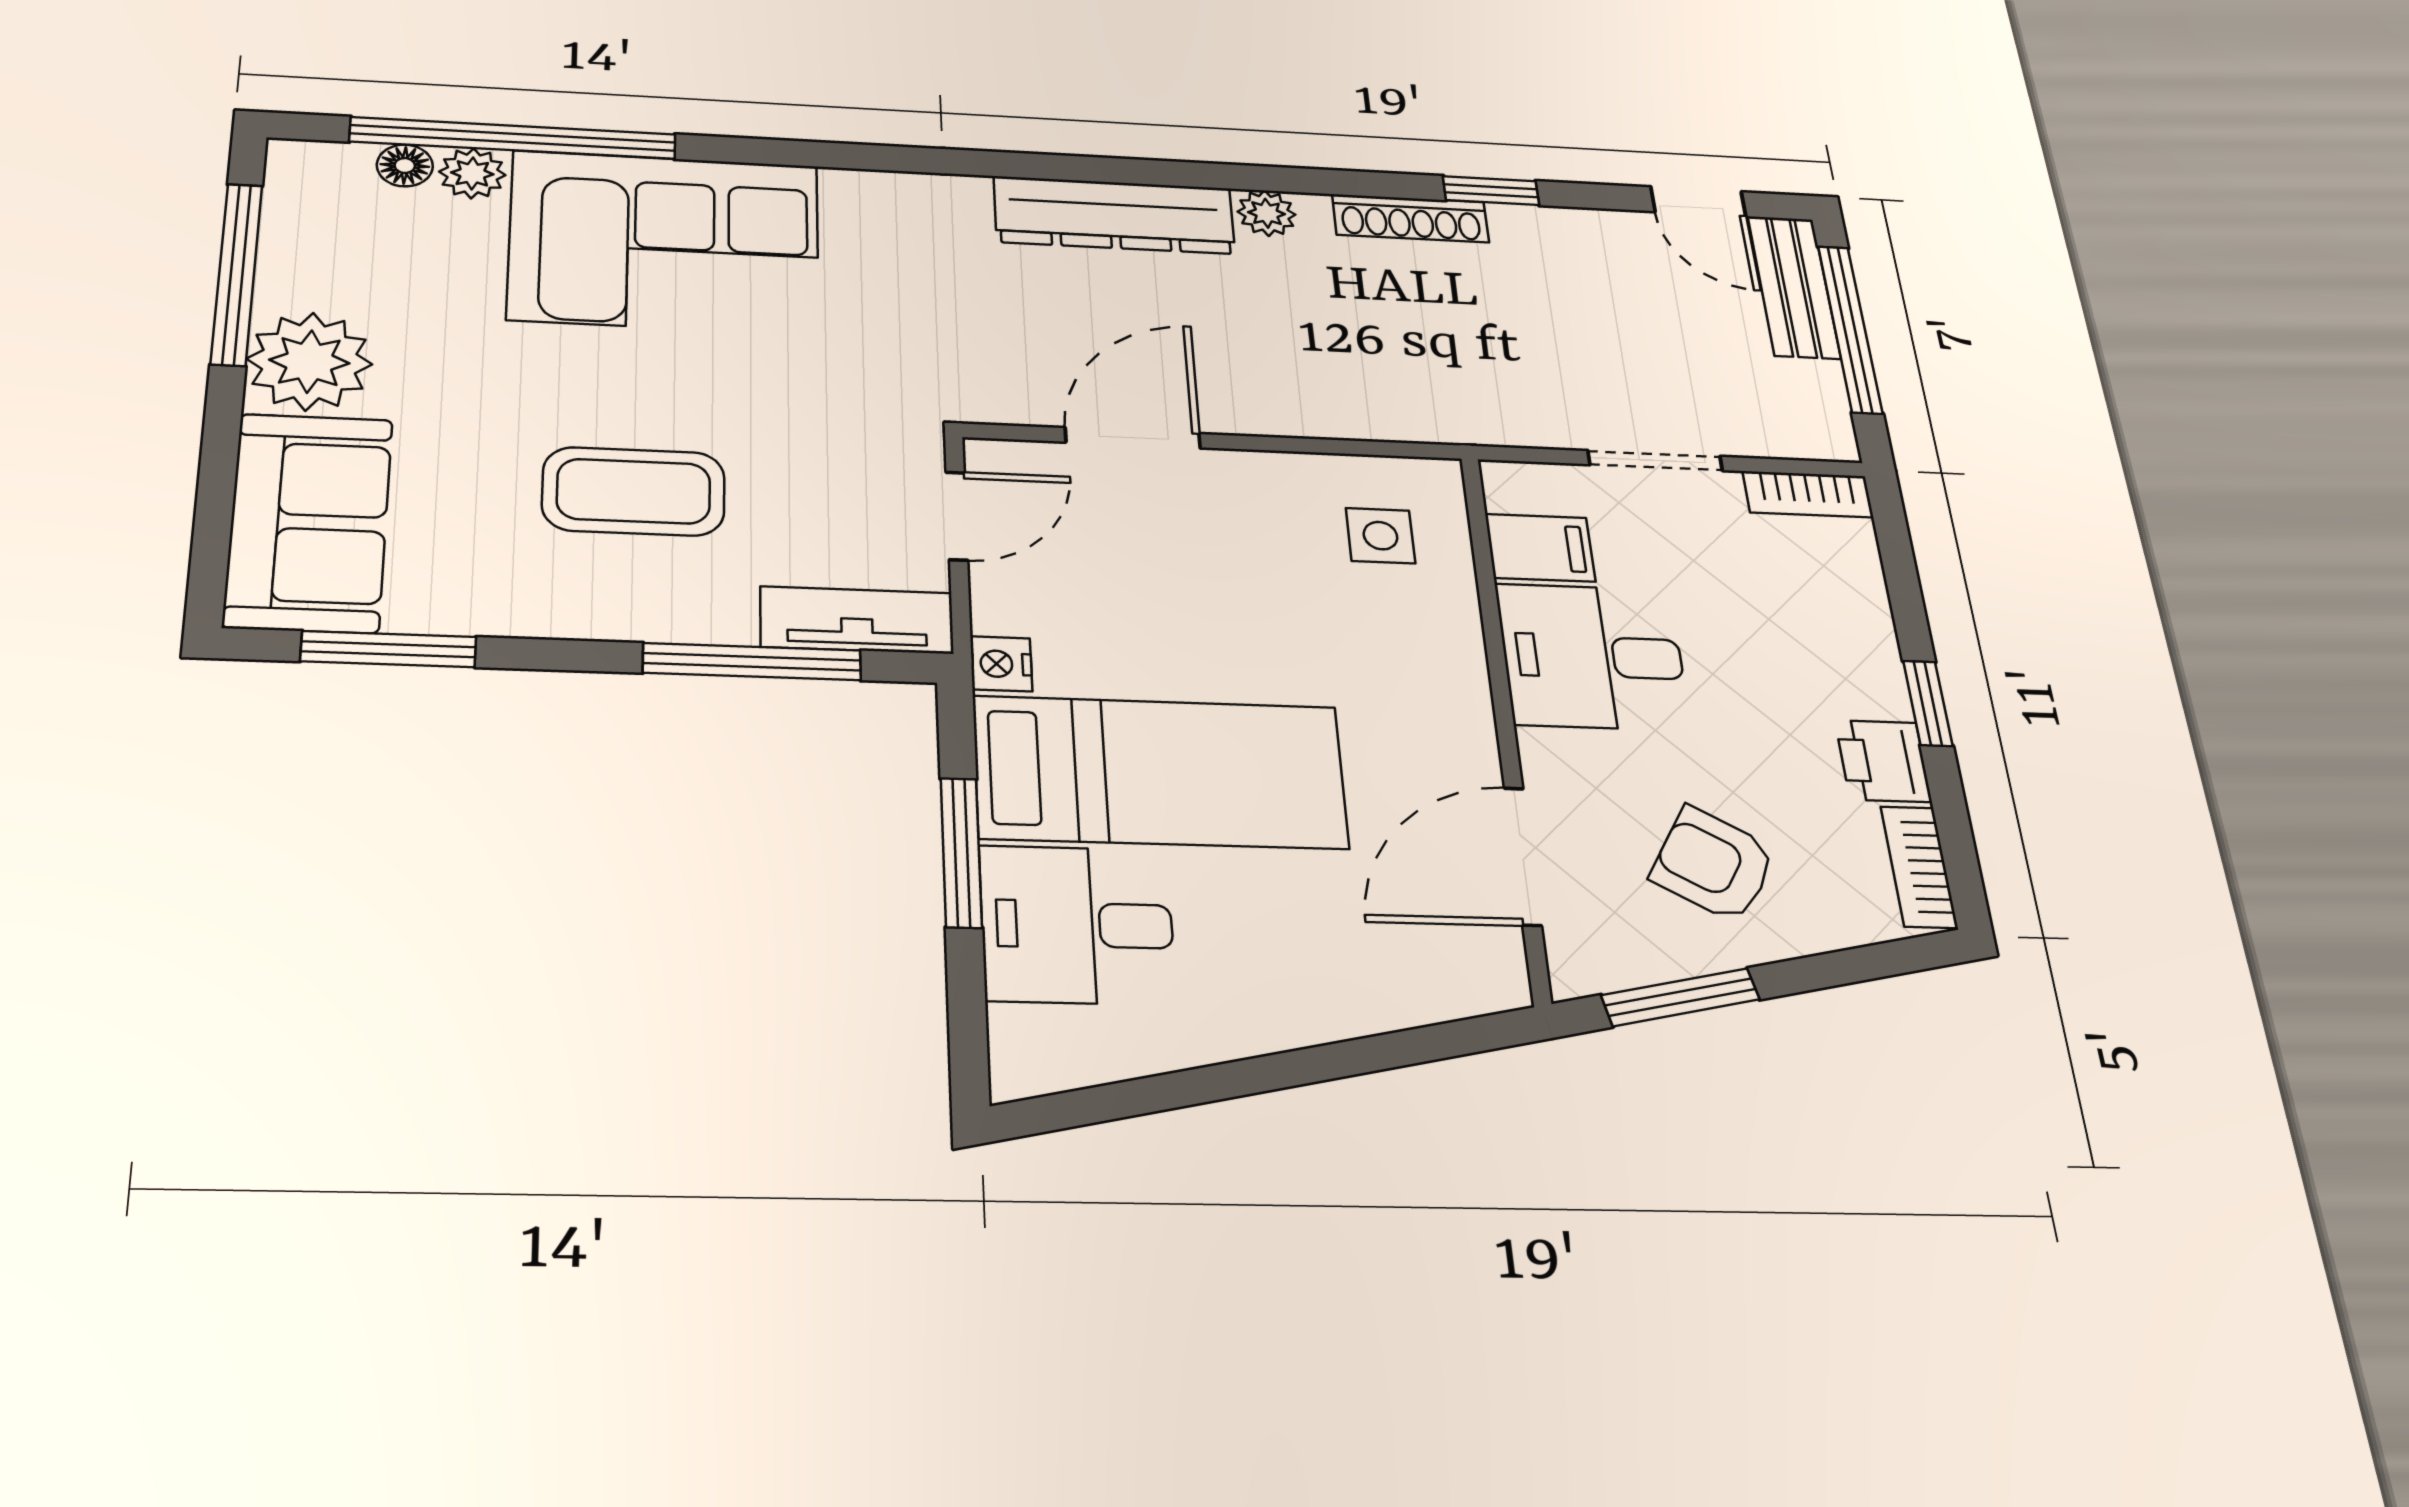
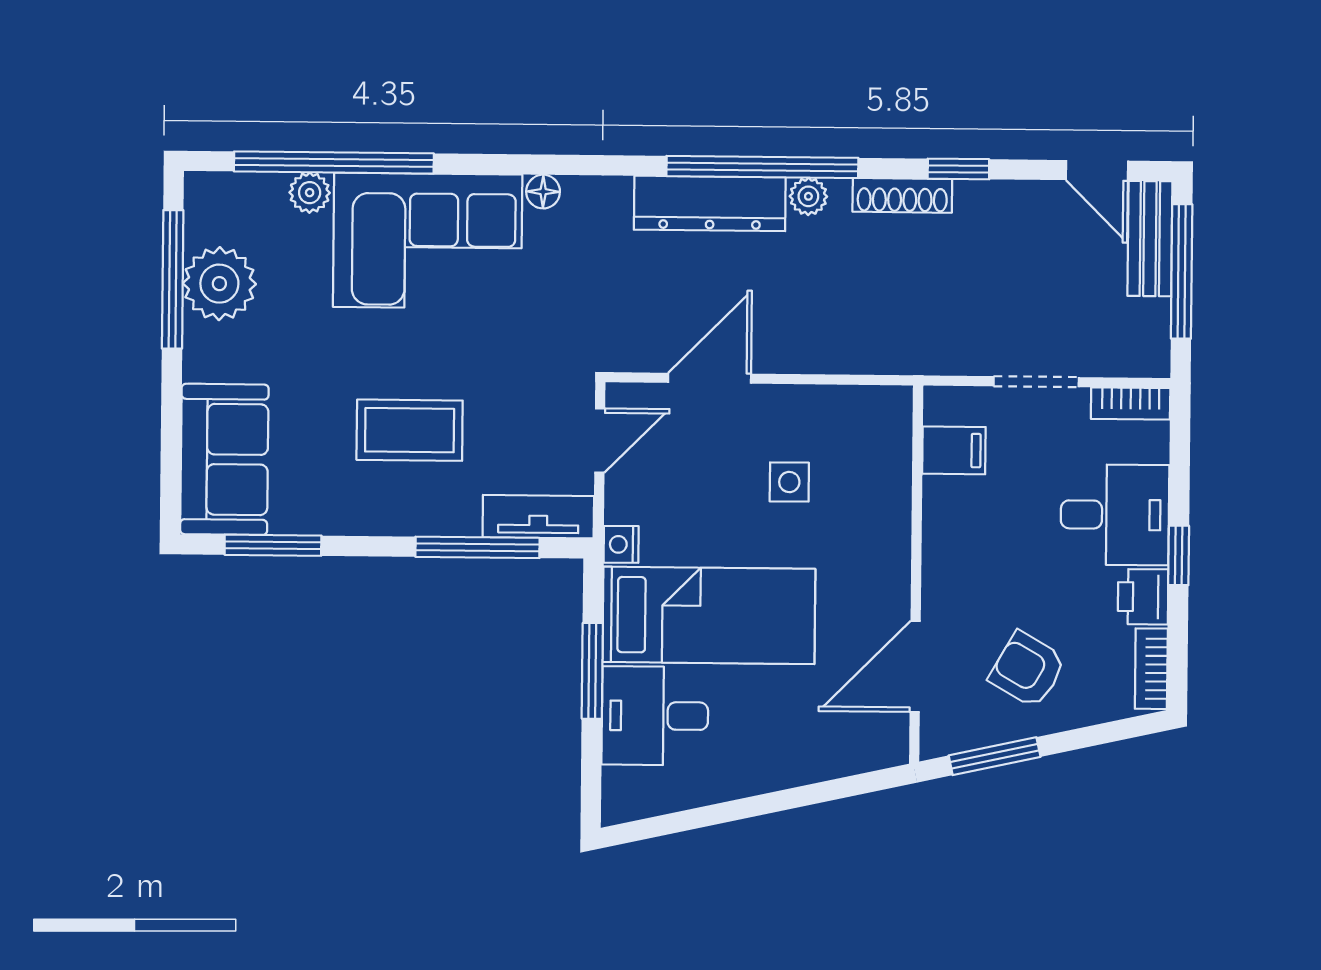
floor lamp: (405, 166) -> (543, 192), moved
window: (1192, 174) -> (762, 167), added
plant: (309, 362) -> (219, 284), moved
side table: (1380, 536) -> (789, 482), moved
desk: (1593, 657) -> (1115, 515), moved, turned 180

